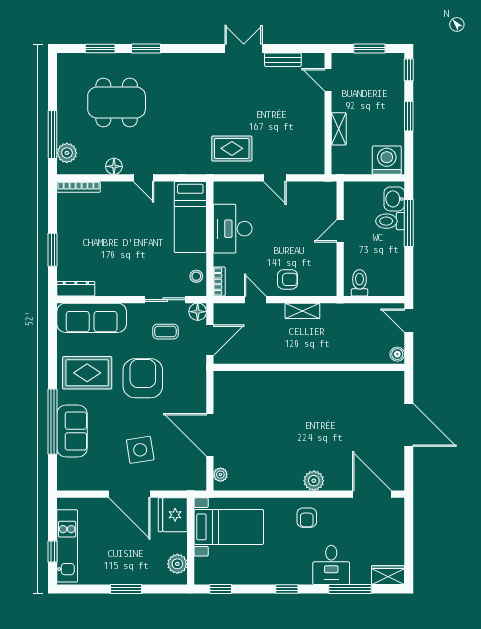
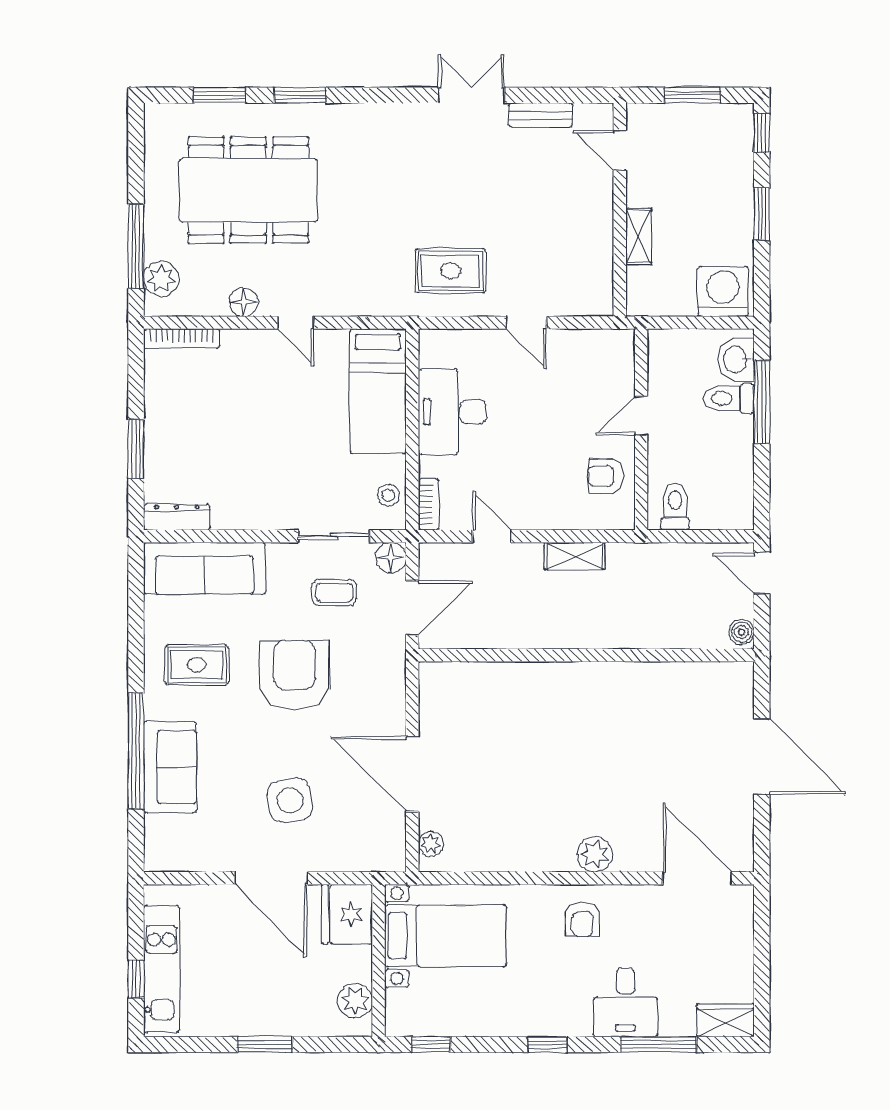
dining table: (117, 103) -> (248, 190), width x1.36, depth x1.24
armchair: (287, 279) -> (606, 476), moved, turned 180
rug: (87, 373) -> (197, 665), width x0.73, depth x0.70

